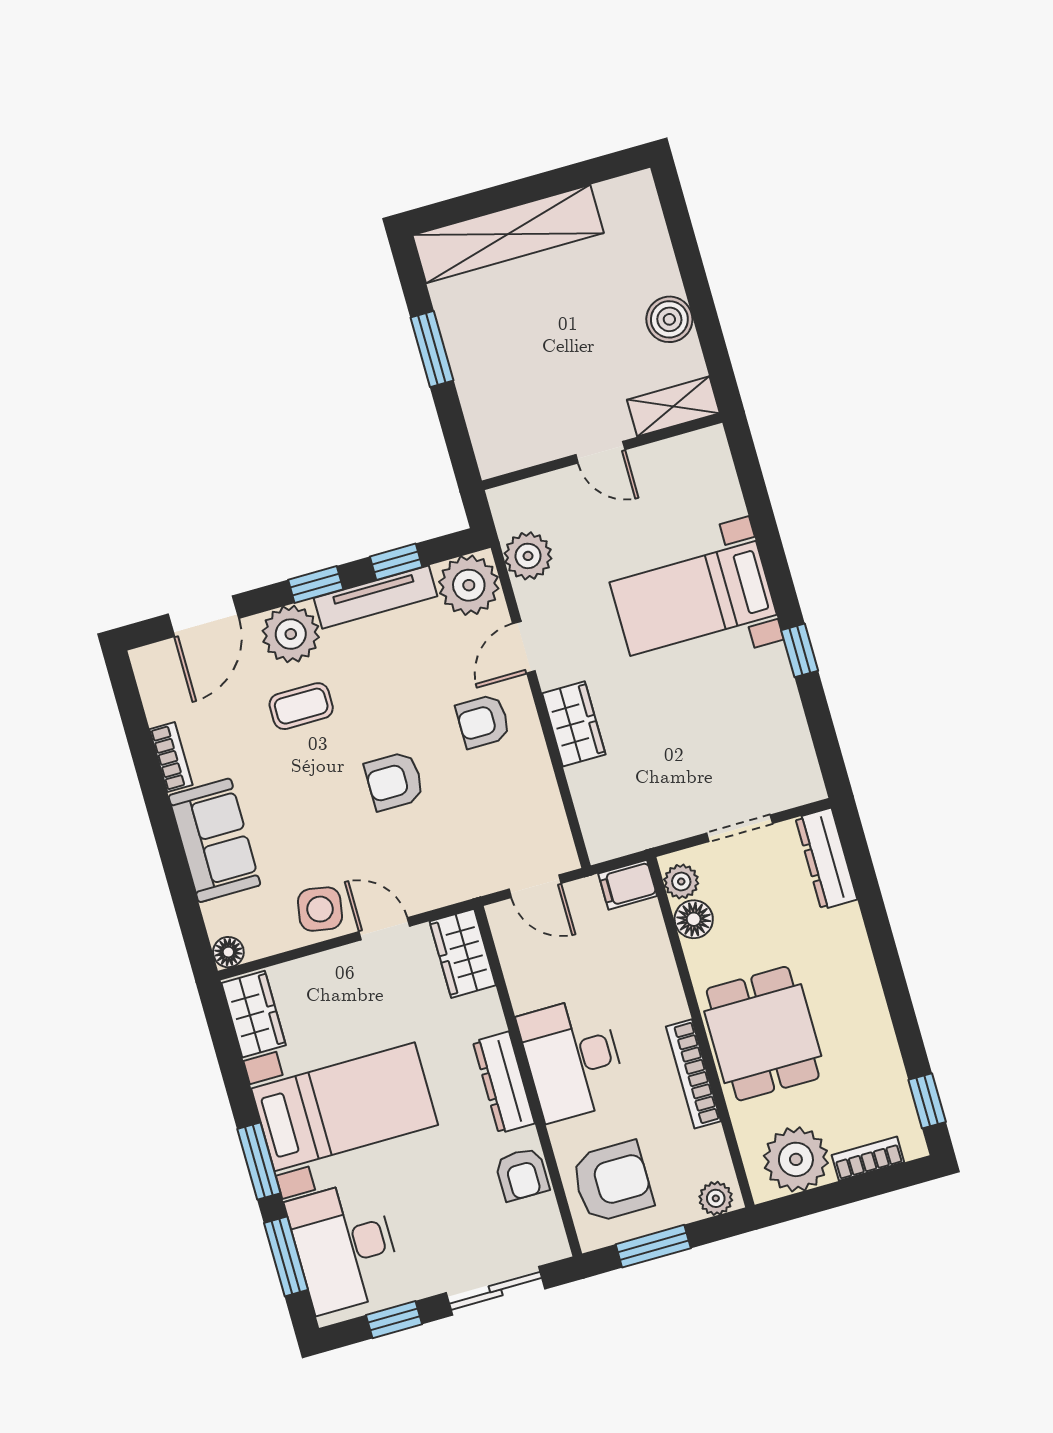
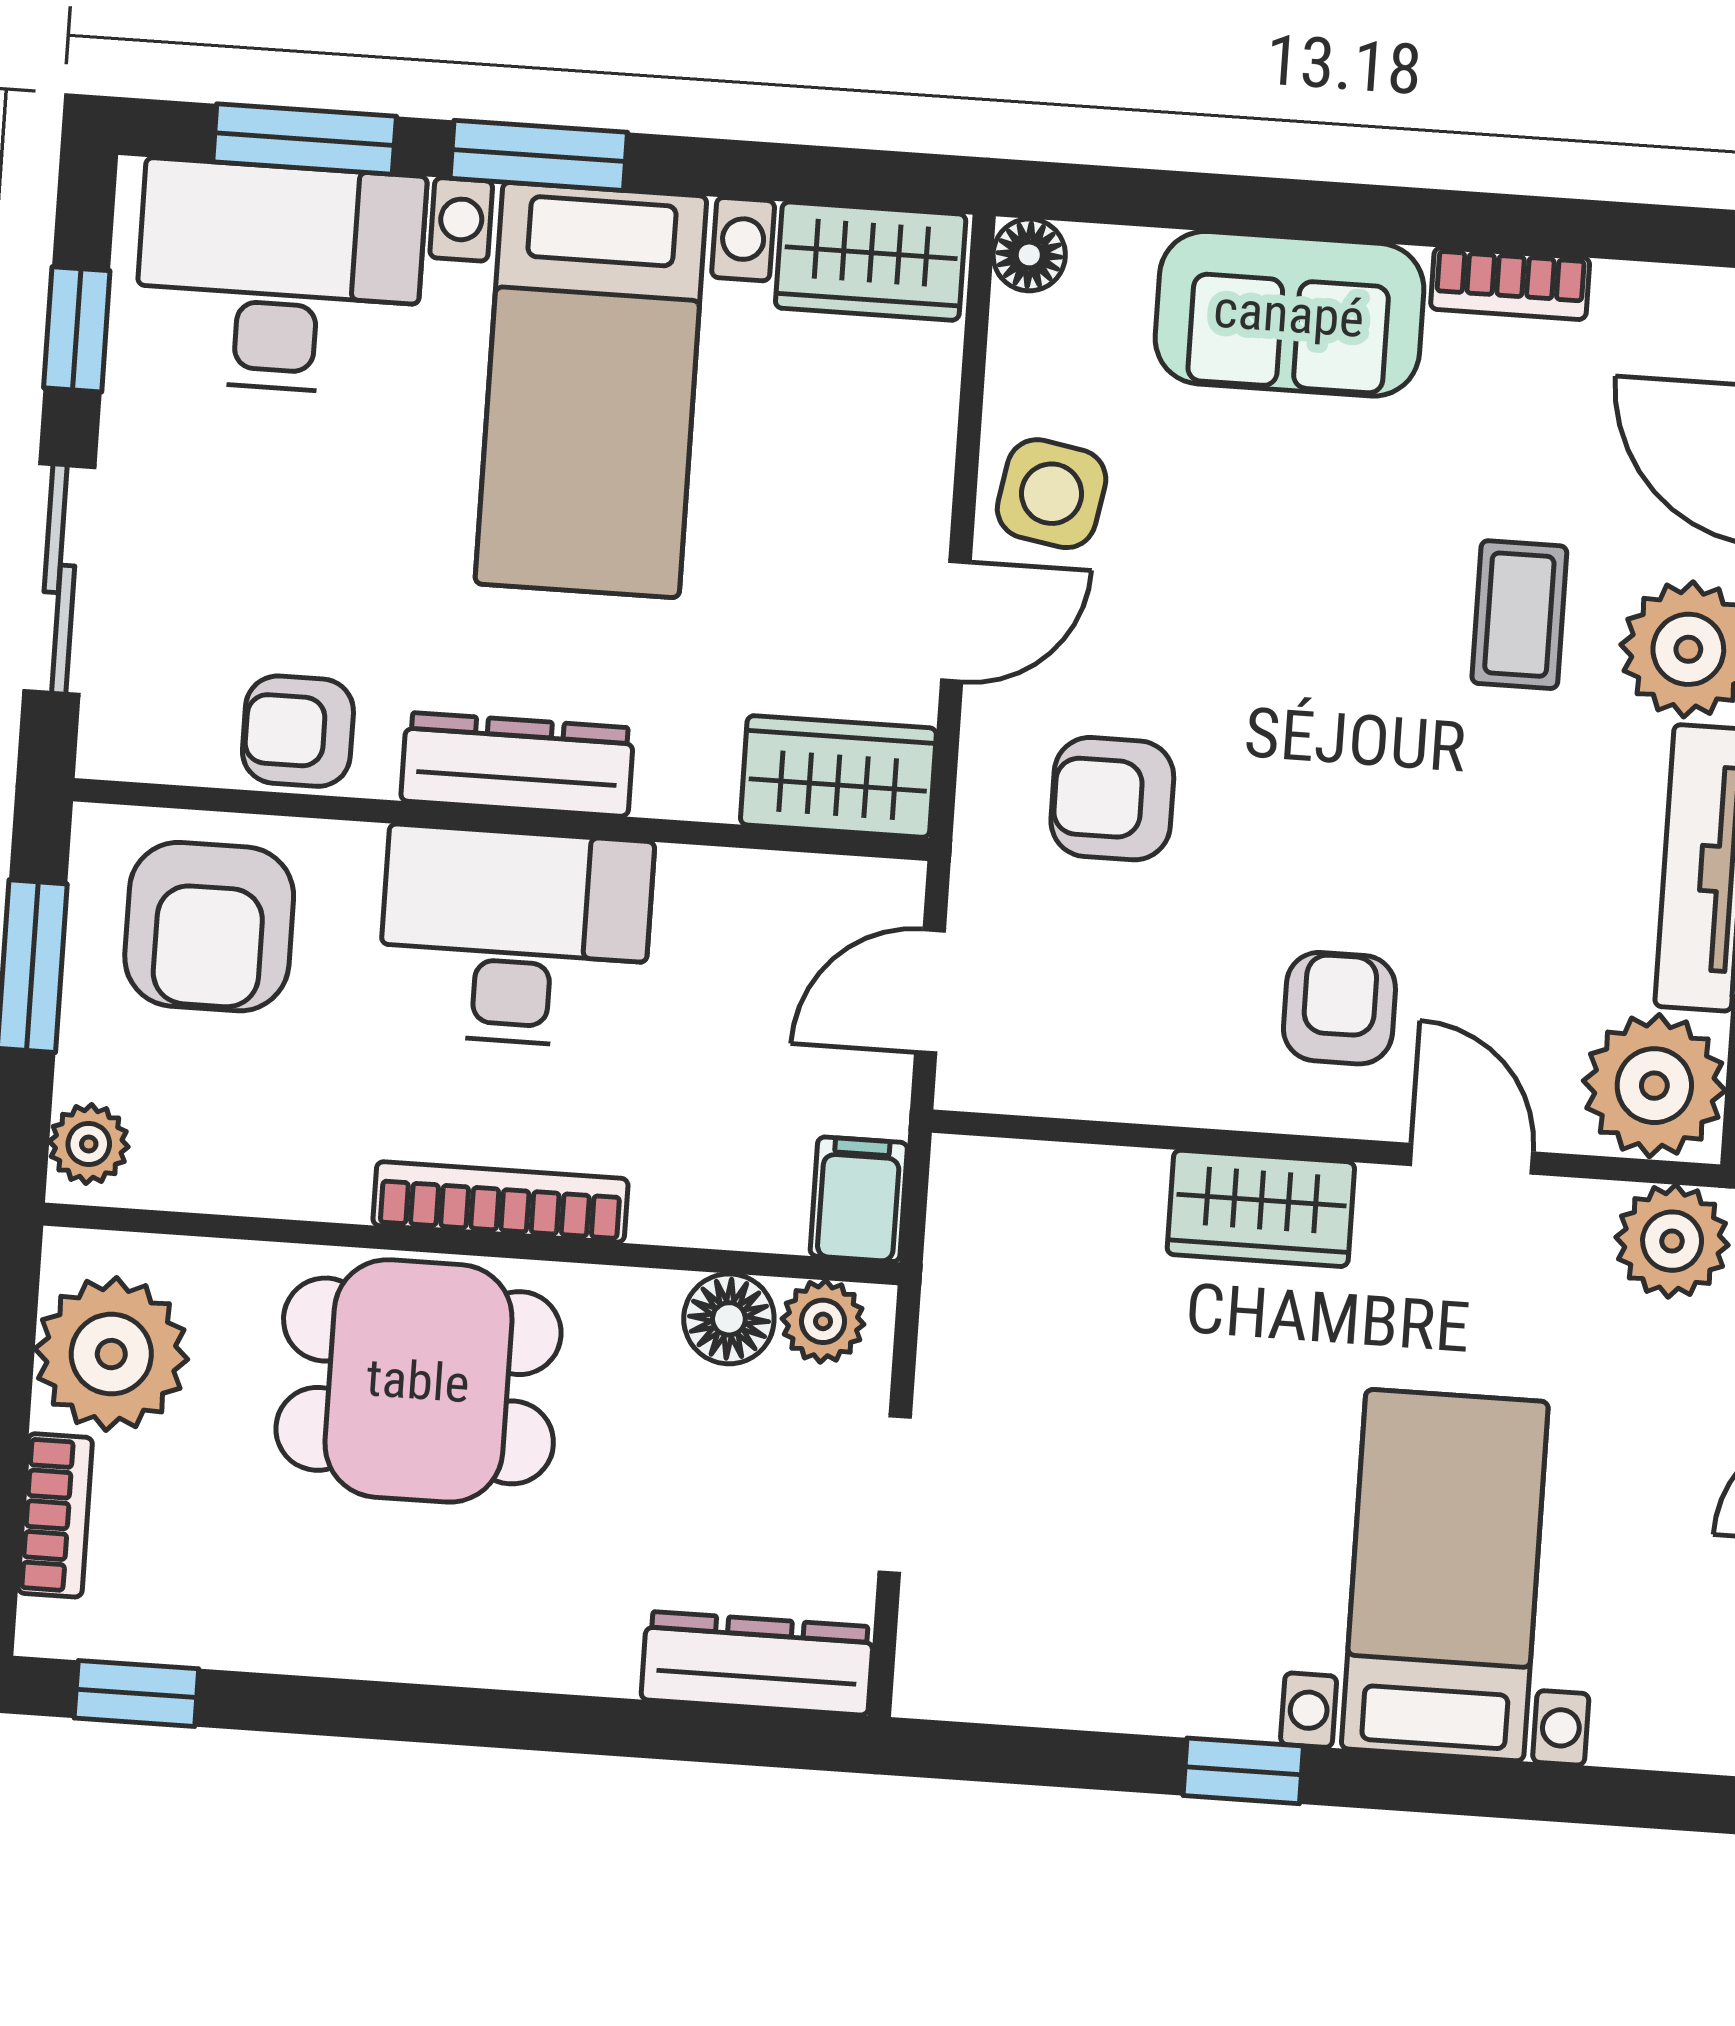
armchair: (394, 781) -> (1112, 799), moved, turned -90
bookcase: (693, 1074) -> (500, 1202), moved

